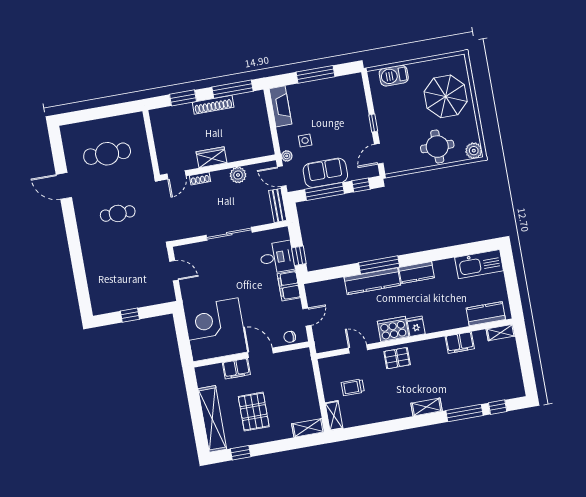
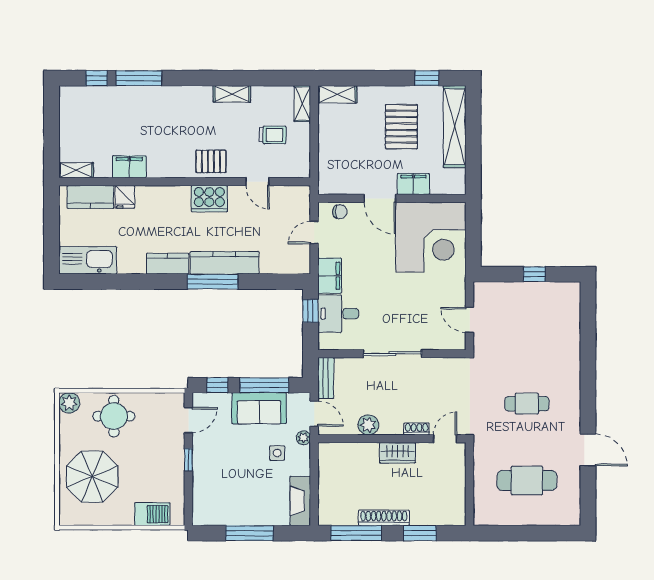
fridge: (416, 326) -> (125, 197), moved
shelving: (427, 407) -> (232, 94), moved

